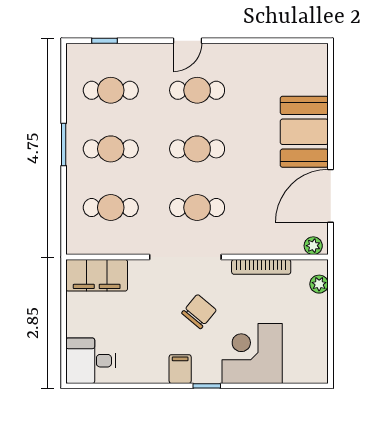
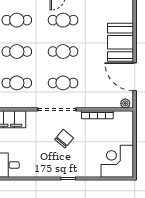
door: (331, 196) -> (135, 77), hinge flipped
plant: (319, 284) -> (128, 124), removed
corner desk: (252, 353) -> (117, 161), moved
filing cabinet: (180, 369) -> (54, 169), removed

